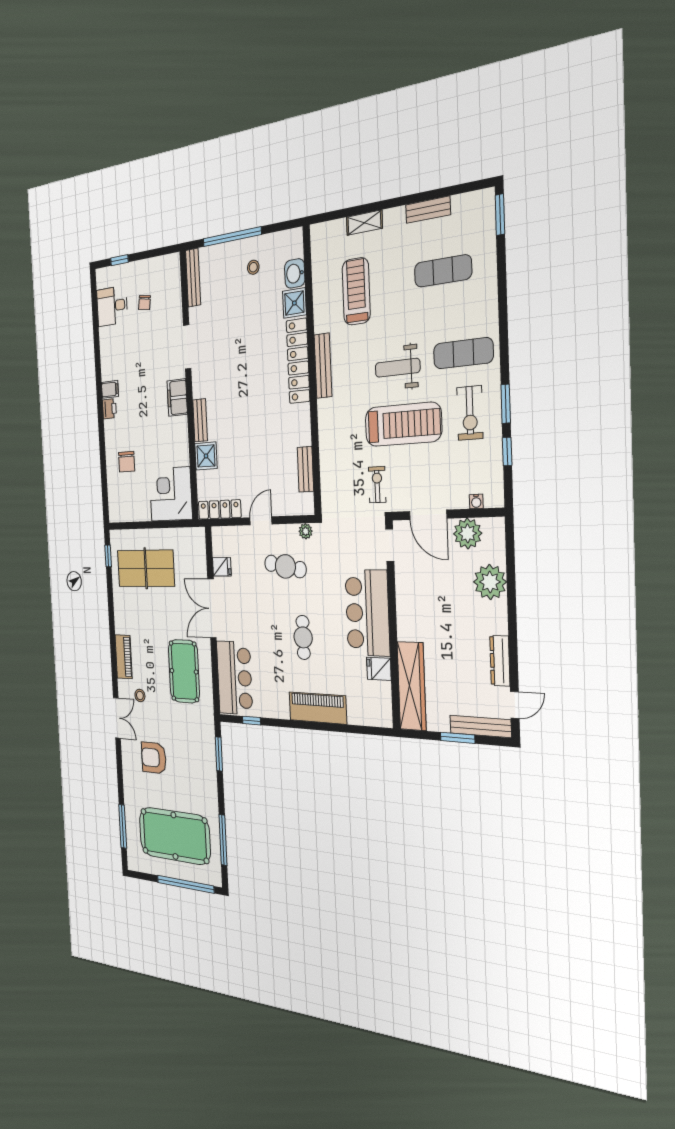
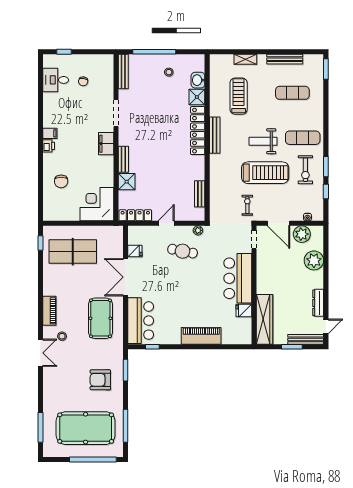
bench: (428, 210) -> (285, 59), width x1.36
cafe table: (303, 637) -> (193, 294), removed
armchair: (154, 758) -> (100, 380), moved

